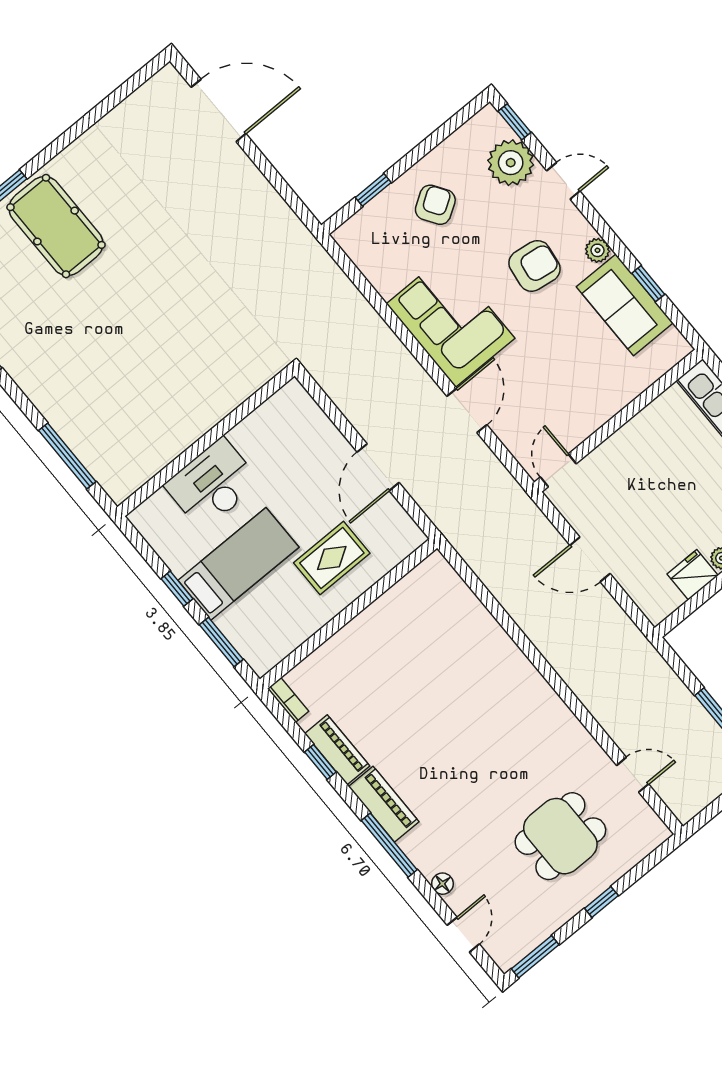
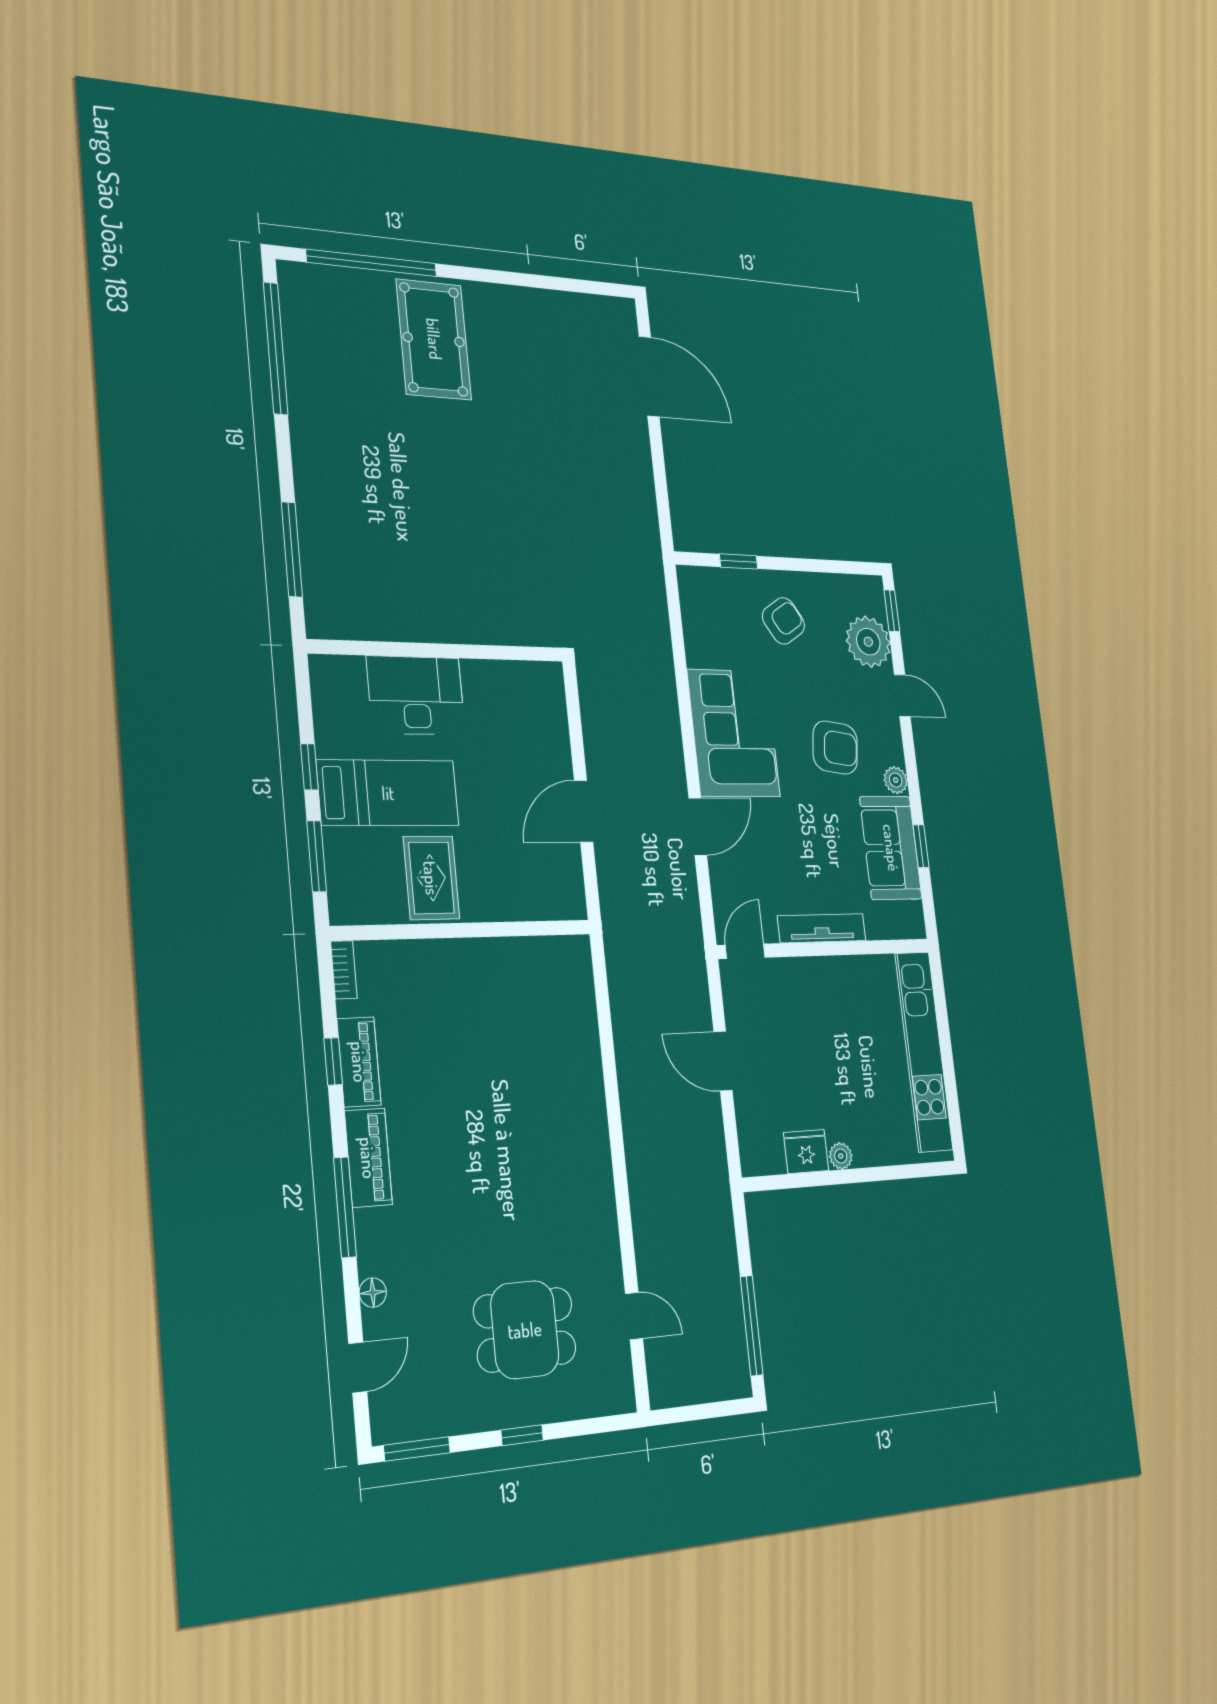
tv unit: (607, 408) -> (822, 928), added
rug: (332, 558) -> (431, 878), moved, turned 90

